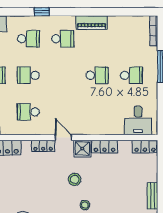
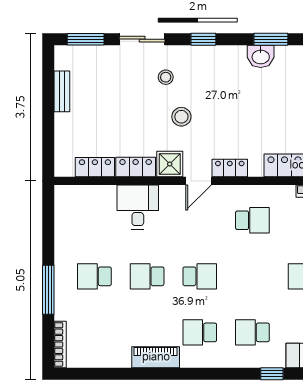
window: (42, 12) -> (272, 374), moved
school desk: (28, 75) -> (200, 276), moved
desk: (138, 120) -> (138, 207), moved
door: (63, 138) -> (199, 181), hinge flipped
locker: (145, 147) -> (95, 167), moved

